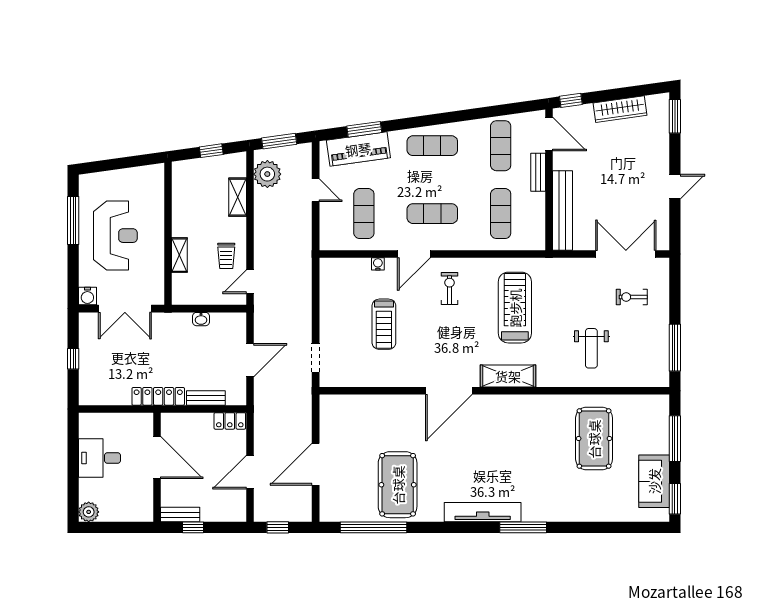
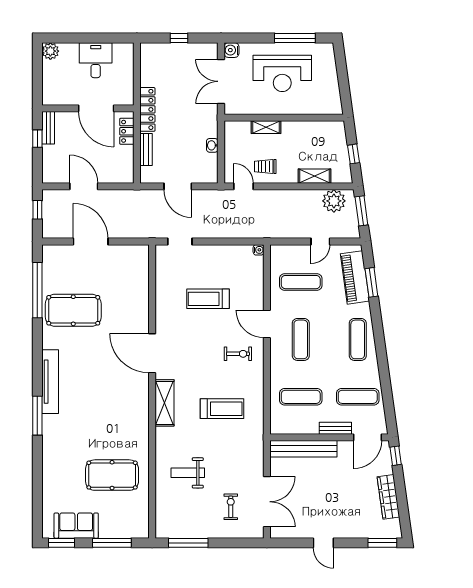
water cooler: (378, 264) -> (259, 250), moved
treadmill: (515, 308) -> (222, 409), width x0.73, depth x0.73
locker: (230, 421) -> (127, 131), moved
door: (157, 457) -> (96, 108), hinge flipped

